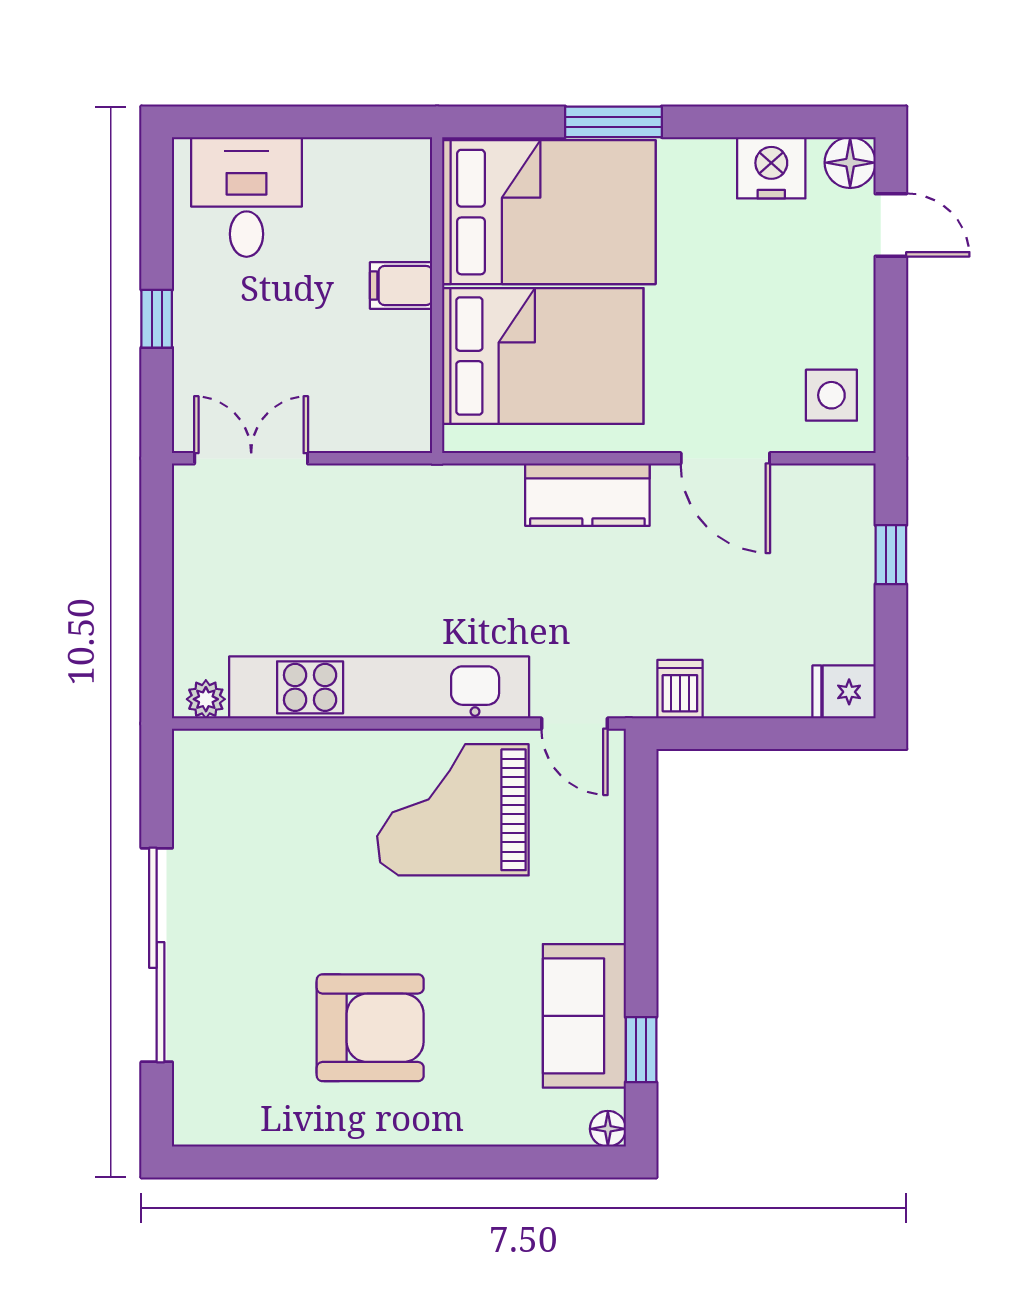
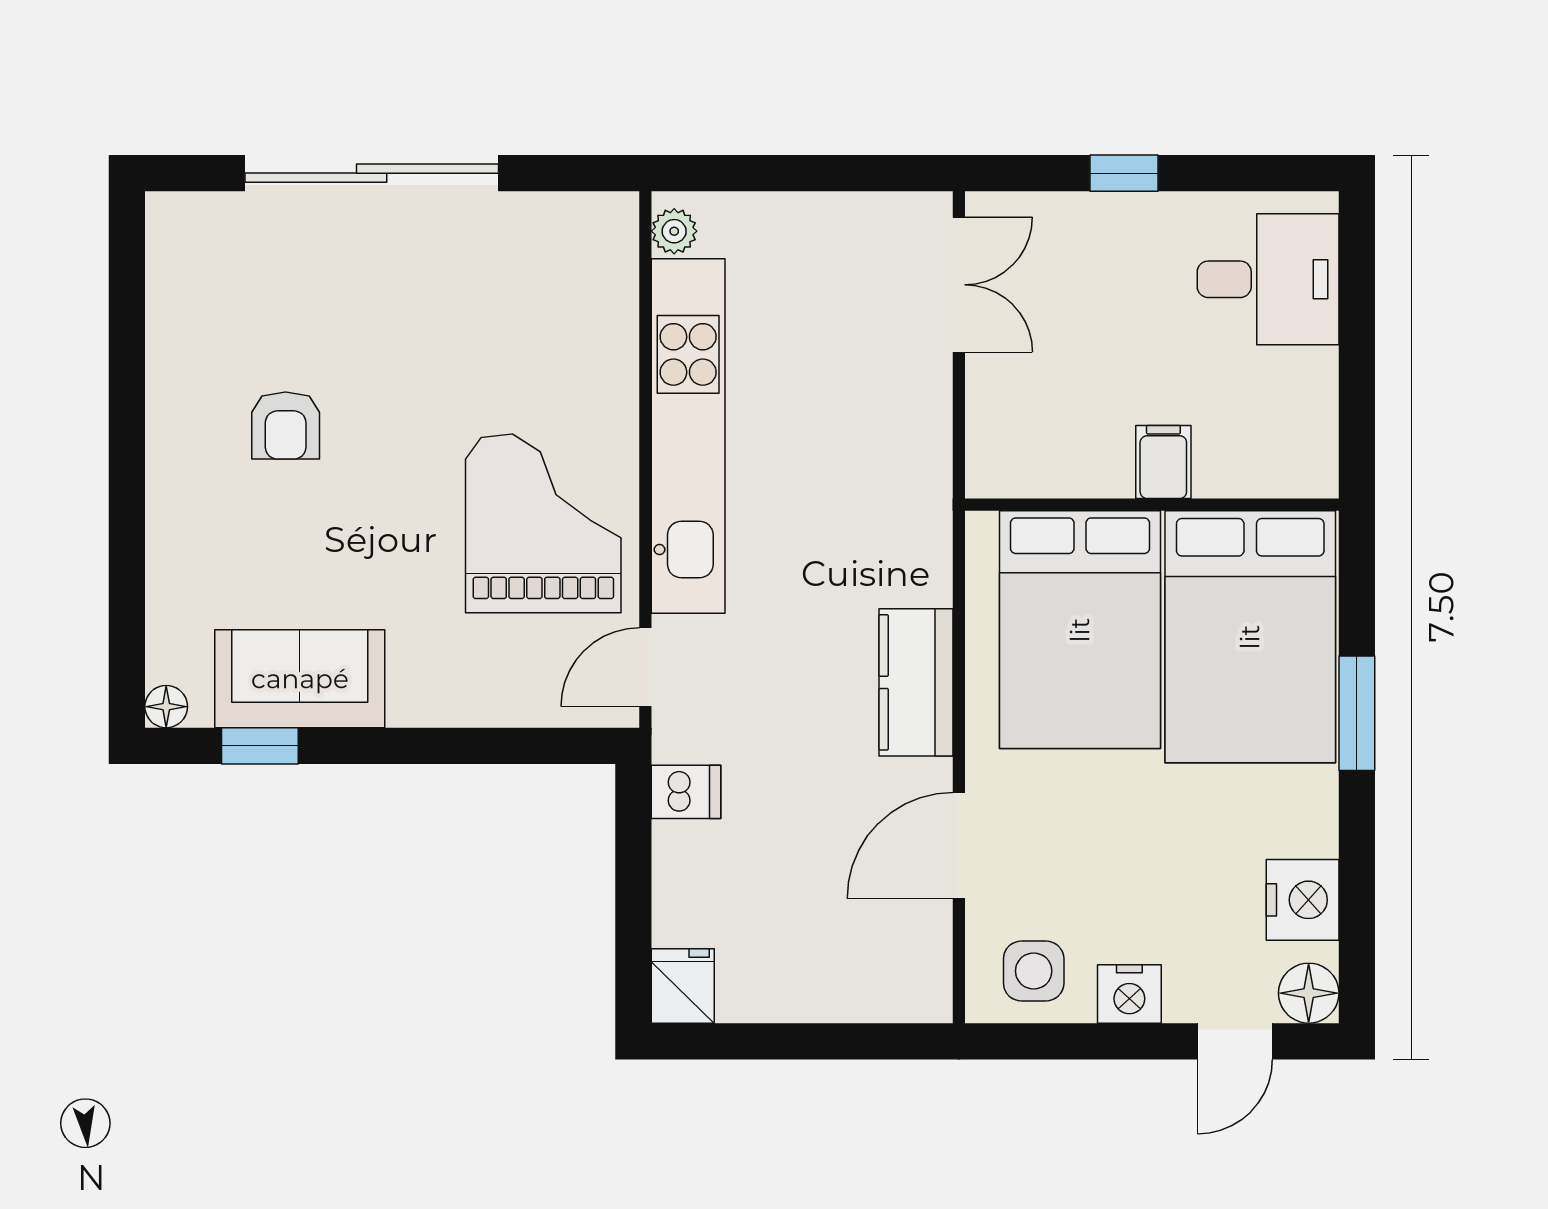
nightstand: (851, 314) -> (1129, 994), added
window: (891, 555) -> (845, 1041), removed
armchair: (370, 1028) -> (286, 426), width x0.53, depth x0.53

